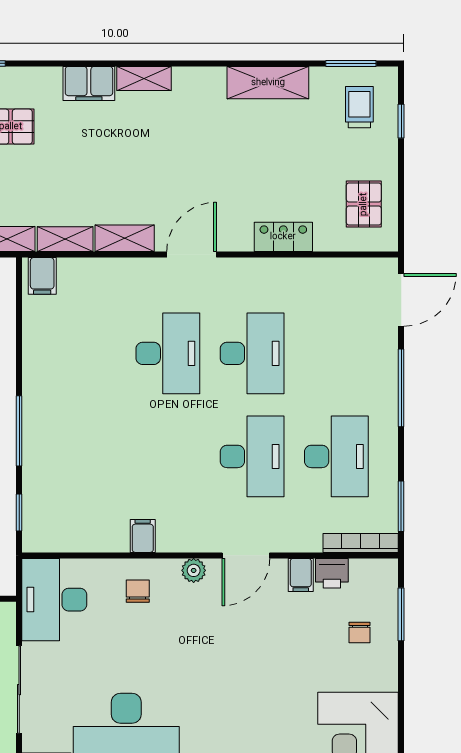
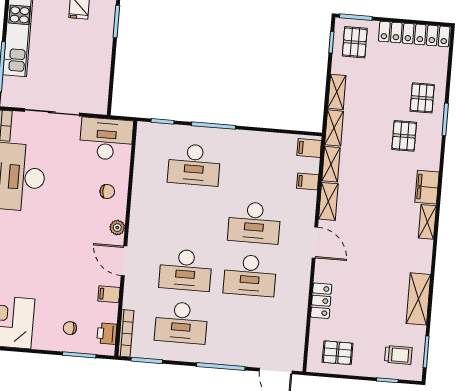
desk: (84, 456) -> (194, 165), added
filing cabinet: (143, 536) -> (308, 181), moved, turned 180
printer: (332, 573) -> (107, 334), moved

